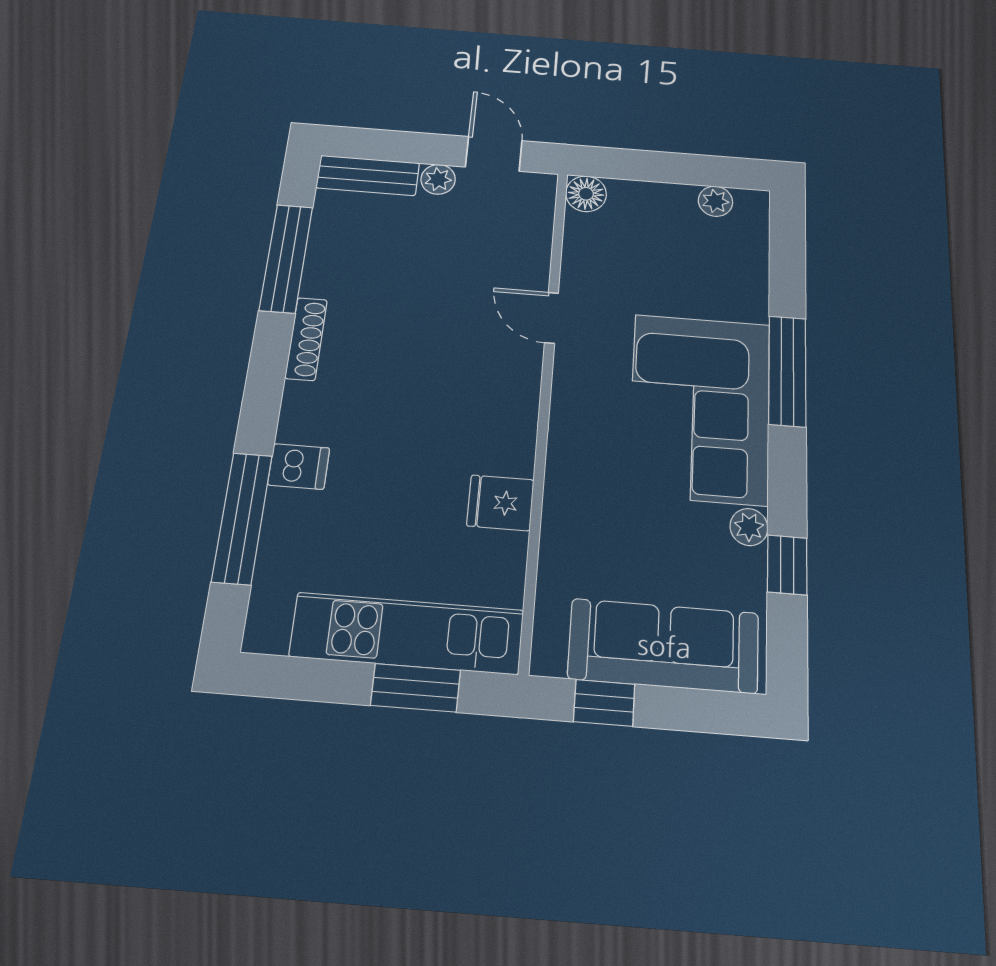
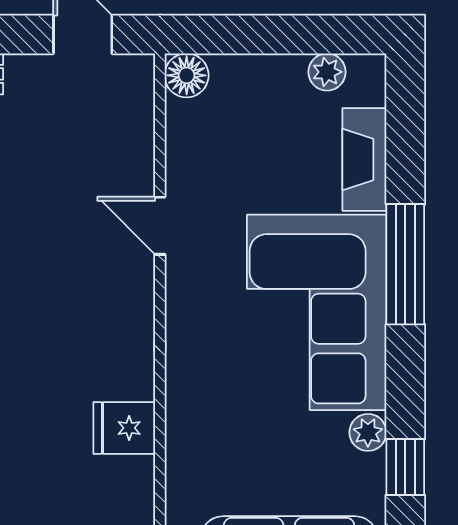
plant: (438, 179) -> (25, 72), removed
fireplace: (749, 276) -> (364, 159), added

